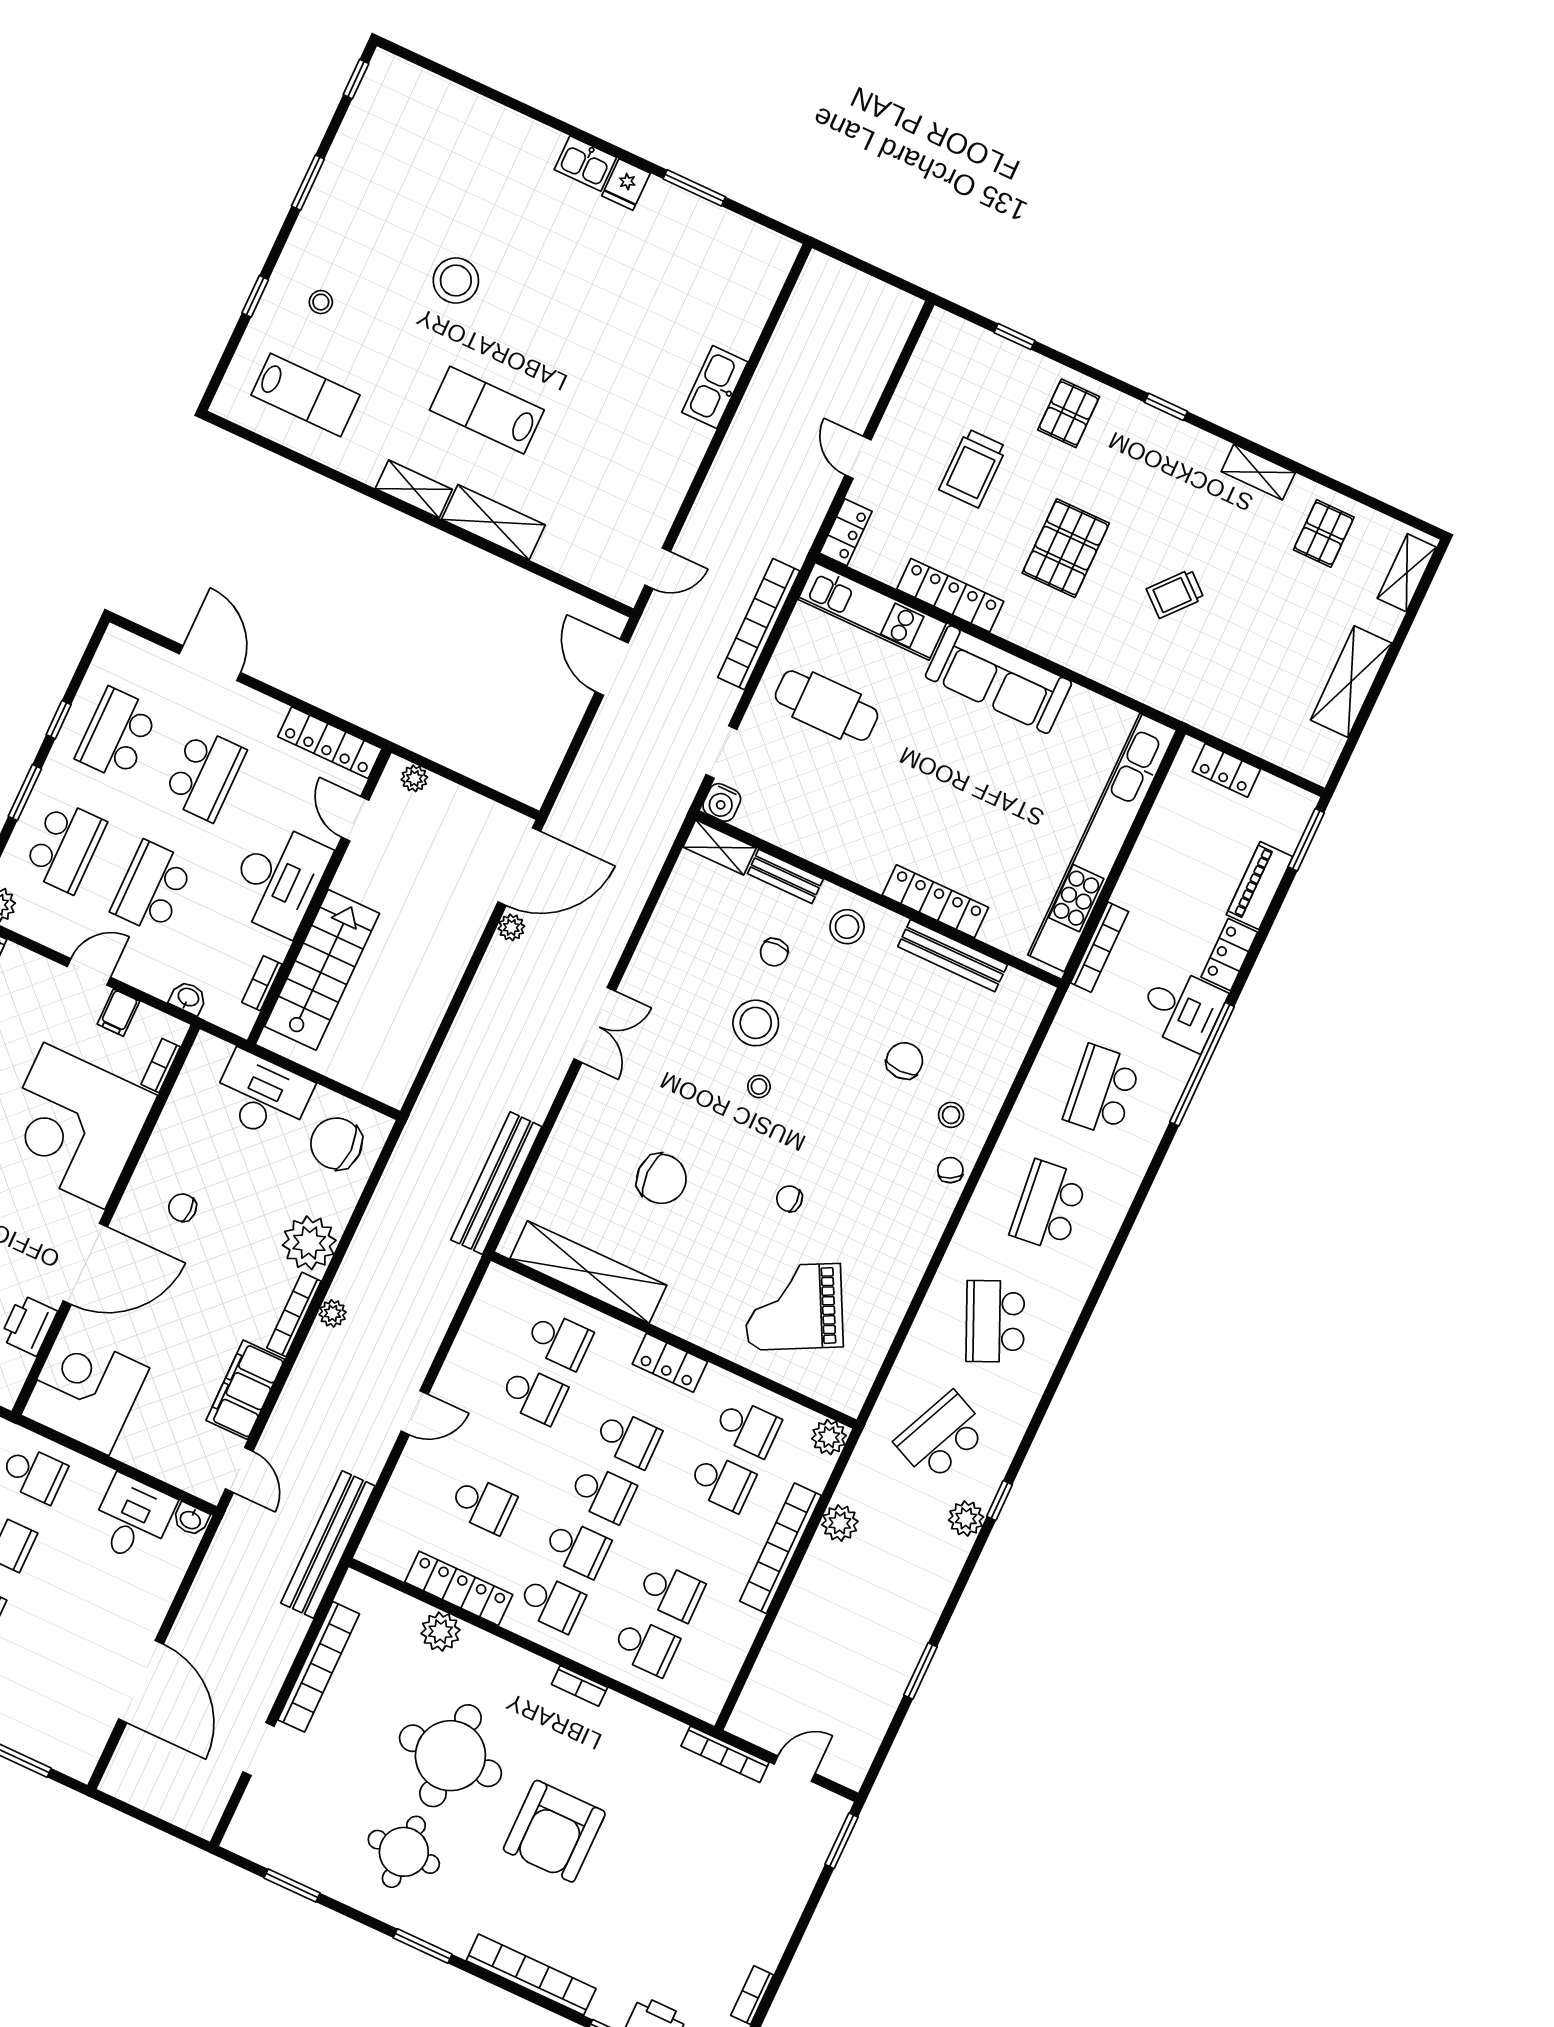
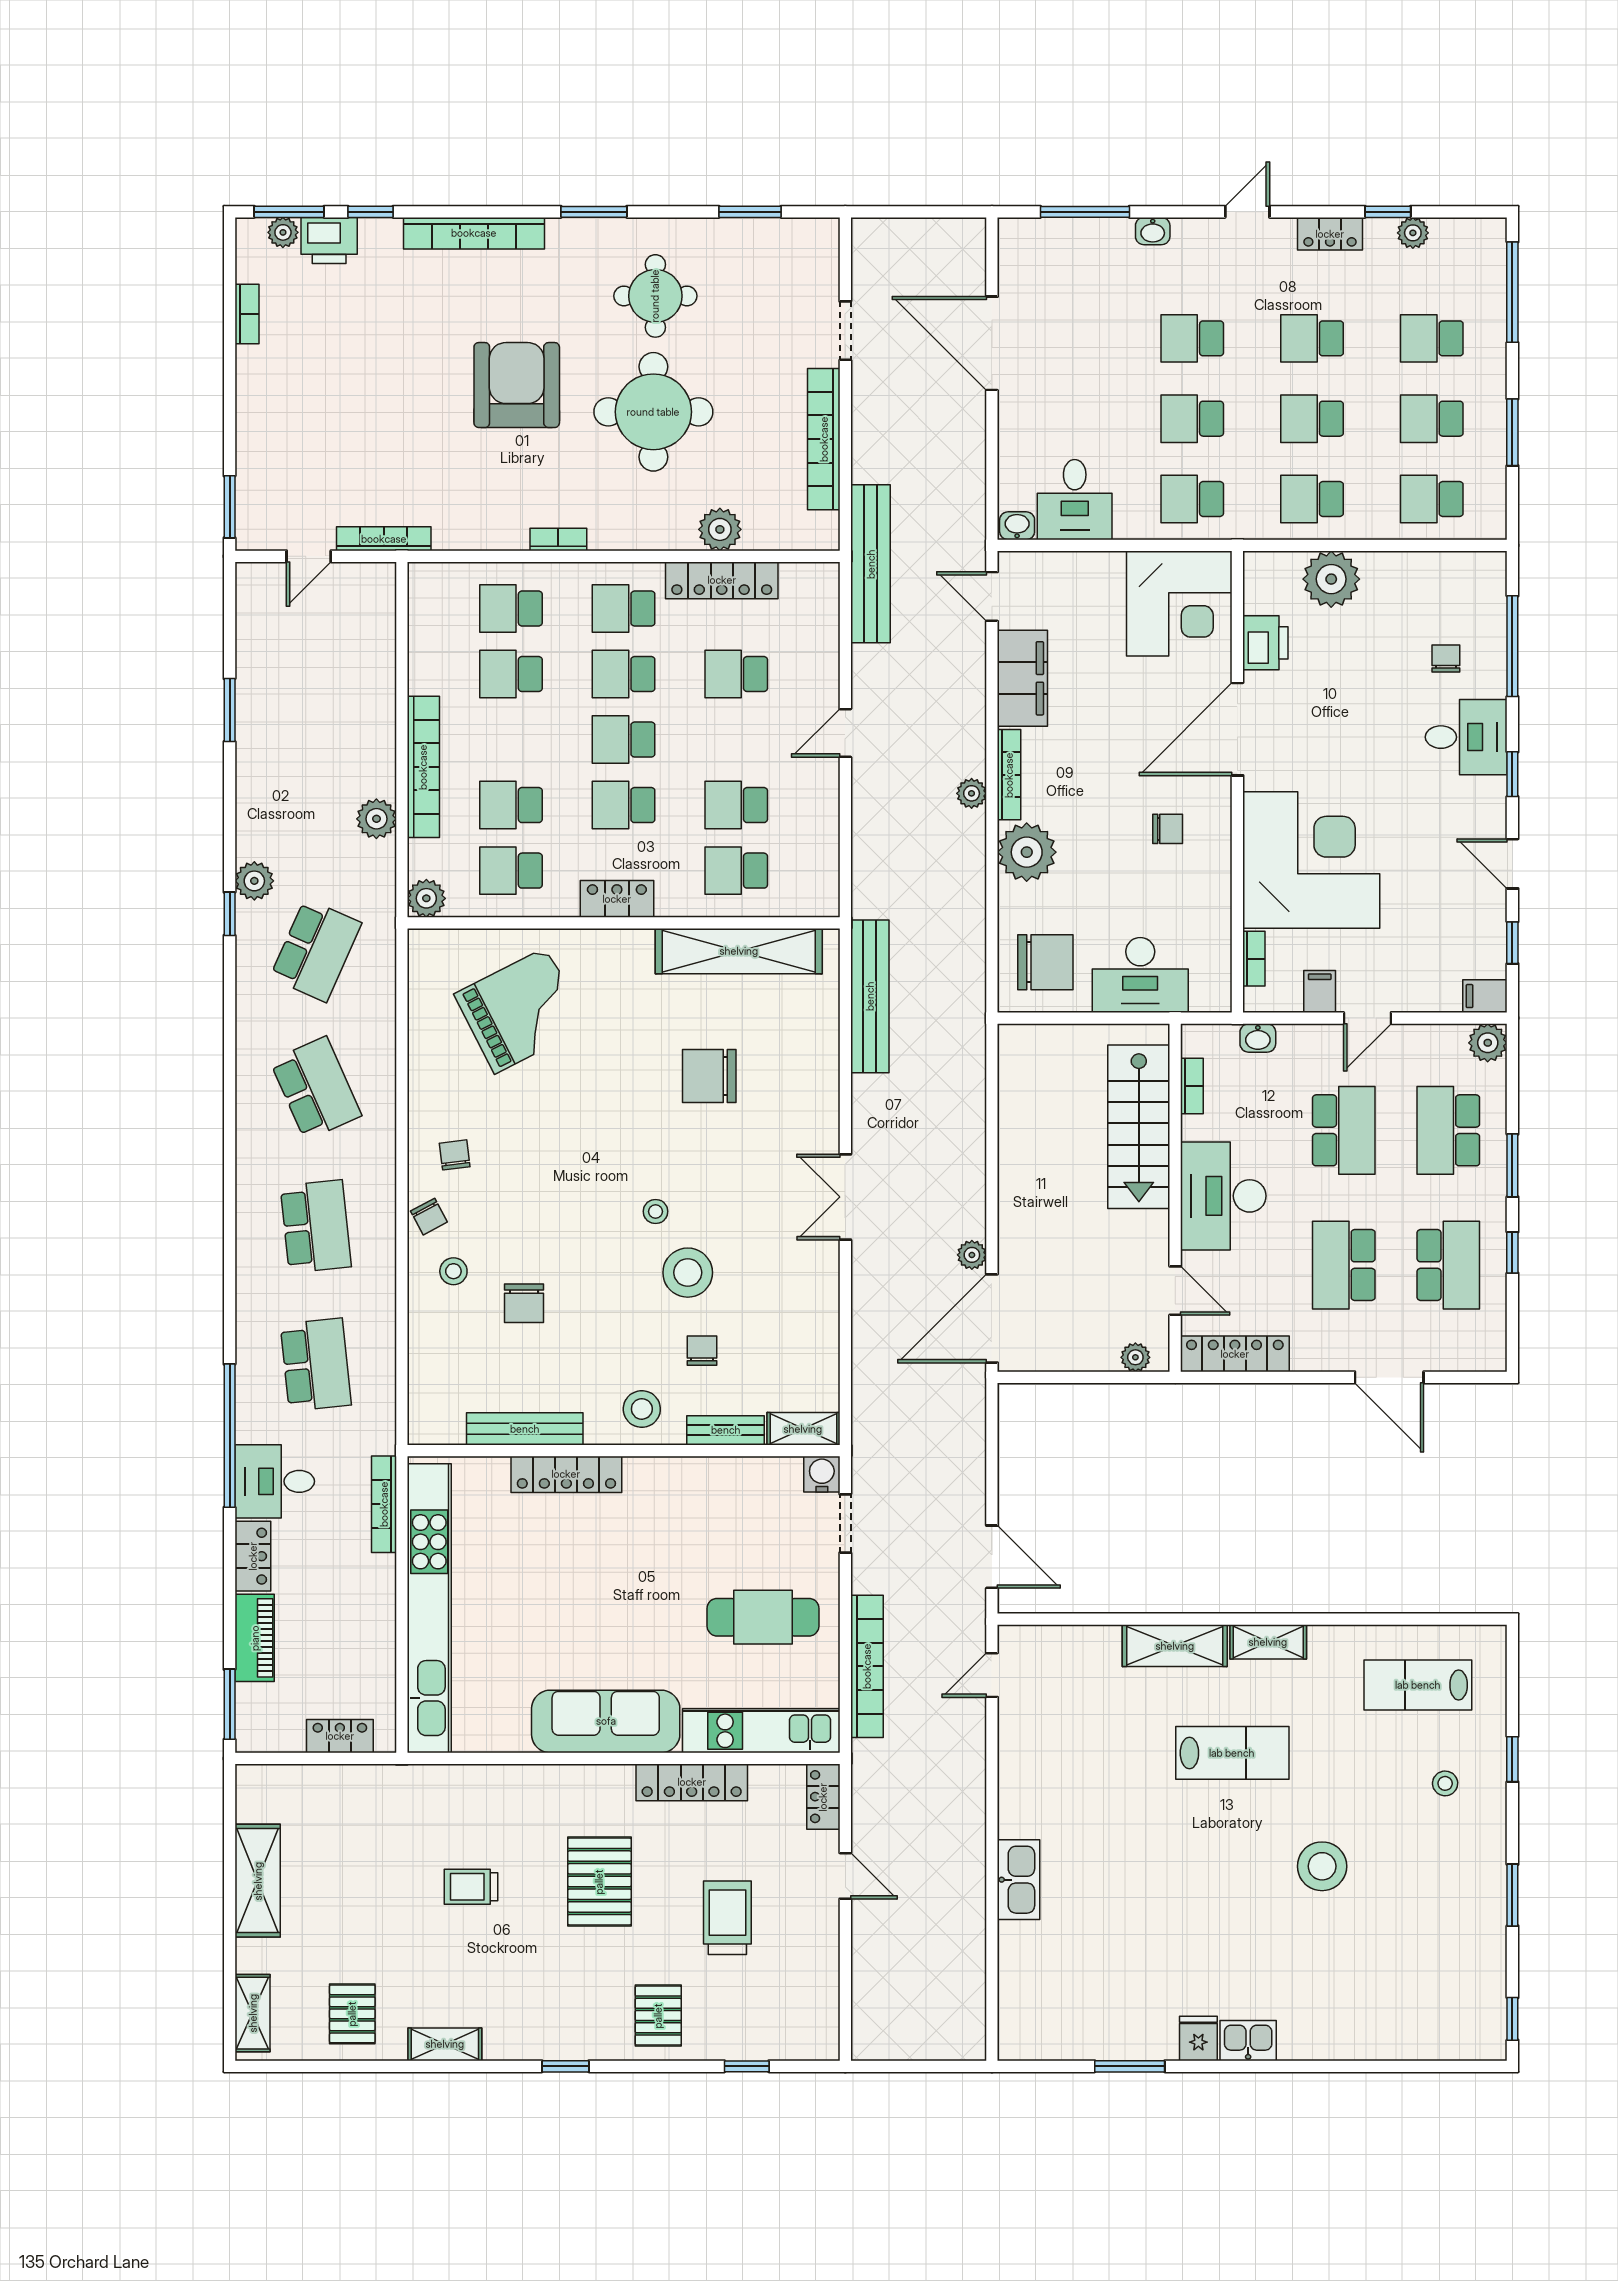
trolley: (1175, 594) -> (471, 1887), turned -131
chair: (789, 1199) -> (455, 1155), moved, turned -97

